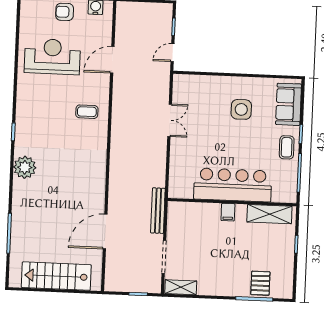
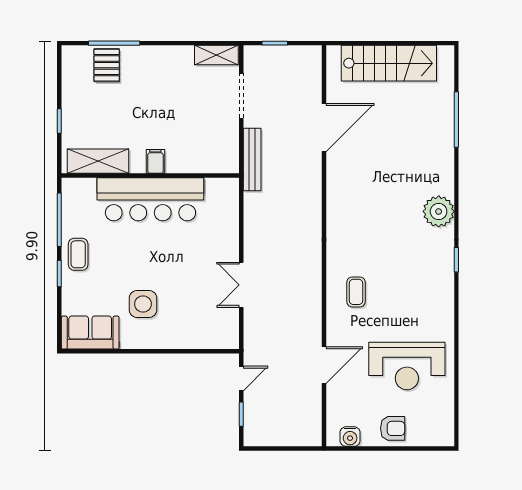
sofa: (289, 104) -> (90, 333), moved, turned -90
coffee table: (87, 112) -> (356, 292), turned 90

